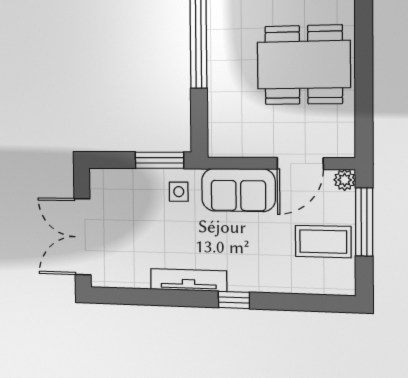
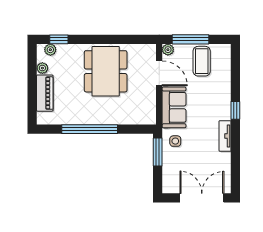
double door: (83, 237) -> (202, 198), swing flipped
tv unit: (189, 280) -> (225, 136), width x0.71

